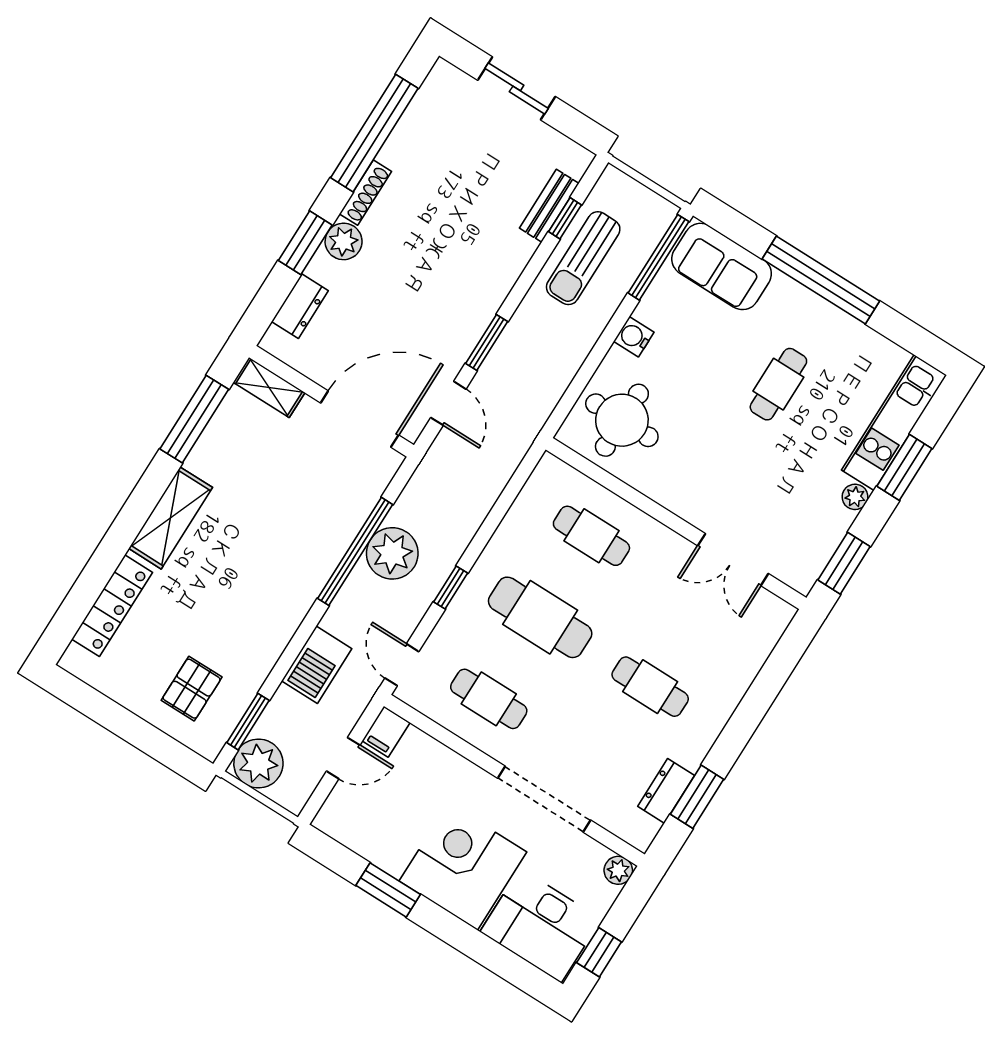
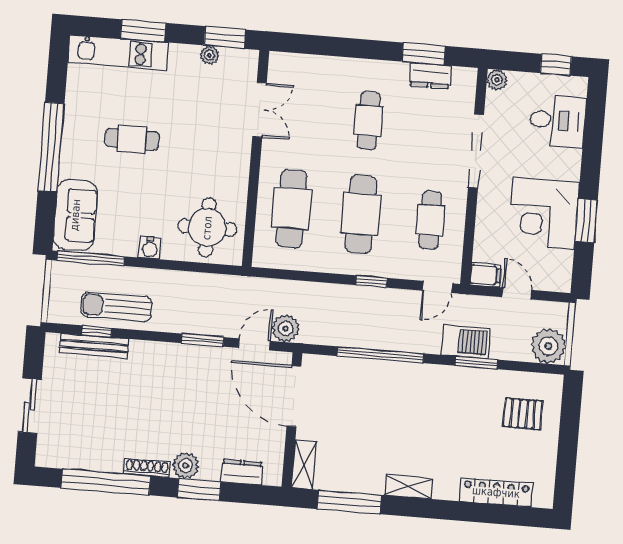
bench: (549, 206) -> (94, 346), width x1.36
sun lounger: (583, 258) -> (116, 306), turned 180
plant: (855, 497) -> (209, 55), moved
shelving: (171, 518) -> (409, 487), width x0.67, depth x0.75
cafe table: (591, 536) -> (291, 209), width x1.37, depth x1.35
plant: (392, 553) -> (286, 328), moved, width x0.73, depth x0.73
window: (248, 722) -> (476, 363), moved
corner desk: (463, 866) -> (544, 213), moved
desk: (541, 926) -> (557, 120), width x0.73

